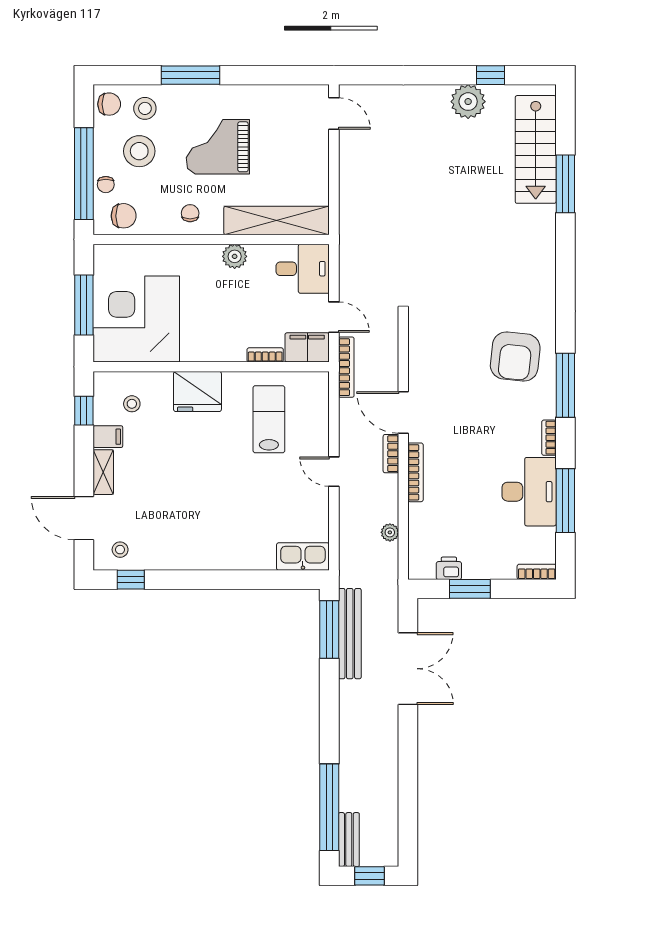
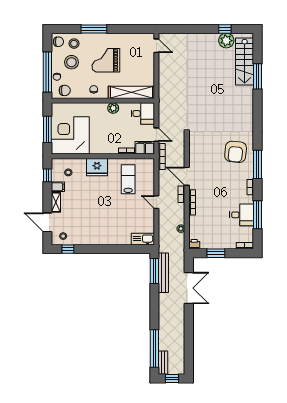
plant: (468, 102) -> (226, 41), moved
desk: (529, 492) -> (242, 215), width x0.73
printer: (449, 568) -> (194, 244), moved

